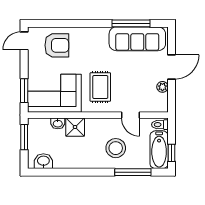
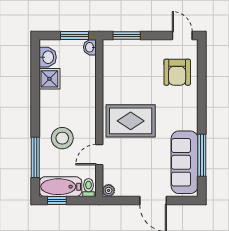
rug: (100, 87) -> (131, 121), width x1.36, depth x1.43
plant: (162, 87) -> (109, 190), moved
corner sofa: (54, 93) -> (124, 69), removed
washbasin: (58, 123) -> (90, 47), moved
shower: (75, 127) -> (49, 79), moved

